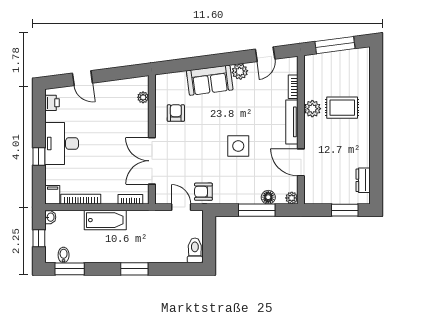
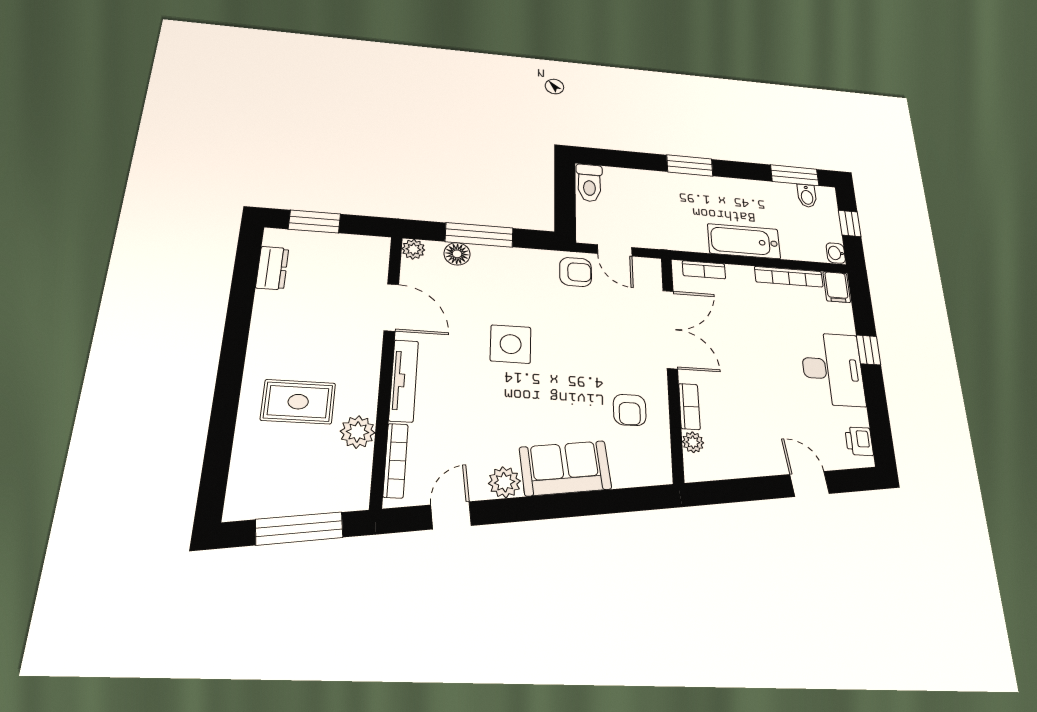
bookcase: (293, 87) -> (396, 460), width x1.56
plant: (312, 109) -> (358, 432), moved
bookcase: (144, 117) -> (689, 406), added

